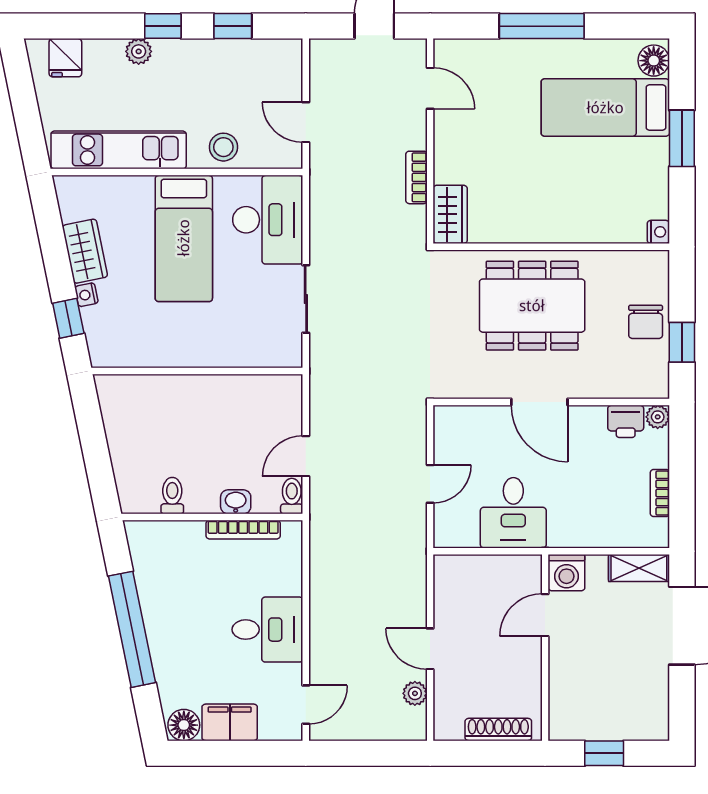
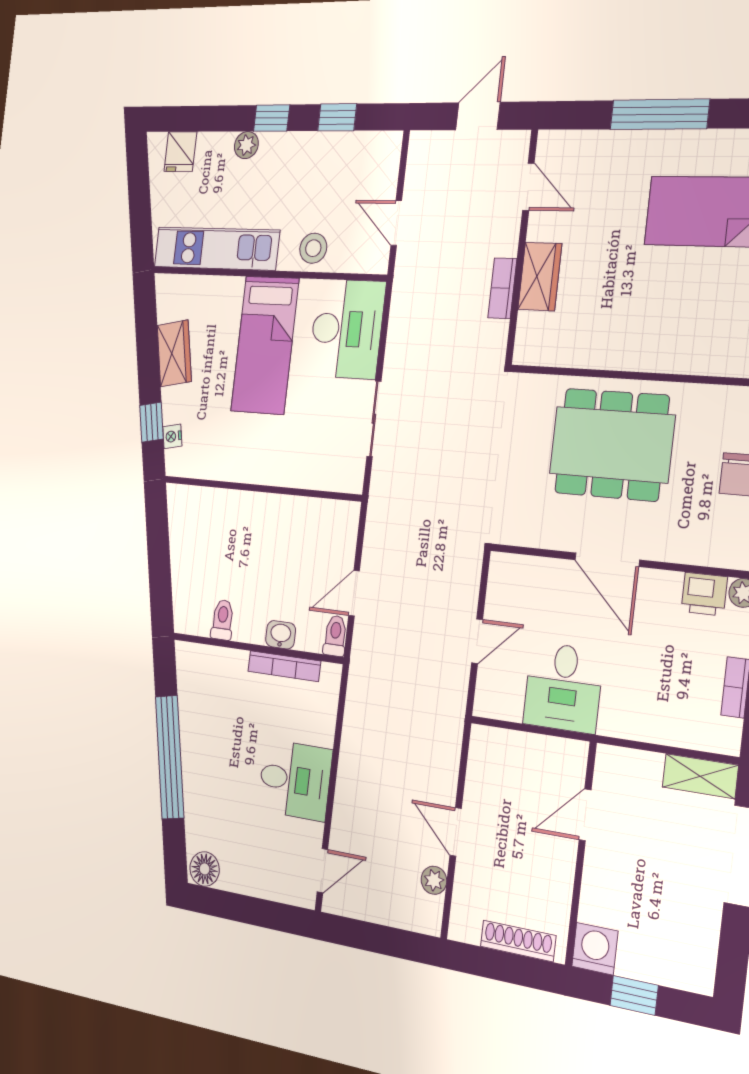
wardrobe: (450, 214) -> (540, 277), moved
nightstand: (86, 295) -> (172, 436), moved
washing machine: (566, 573) -> (595, 949), moved, turned 180
filing cabinet: (230, 722) -> (247, 875), removed

